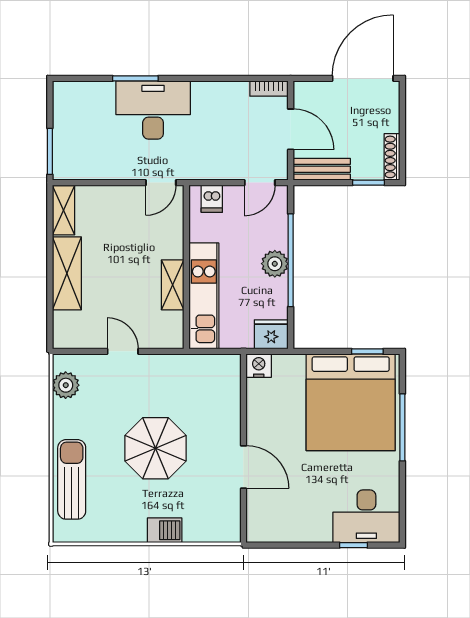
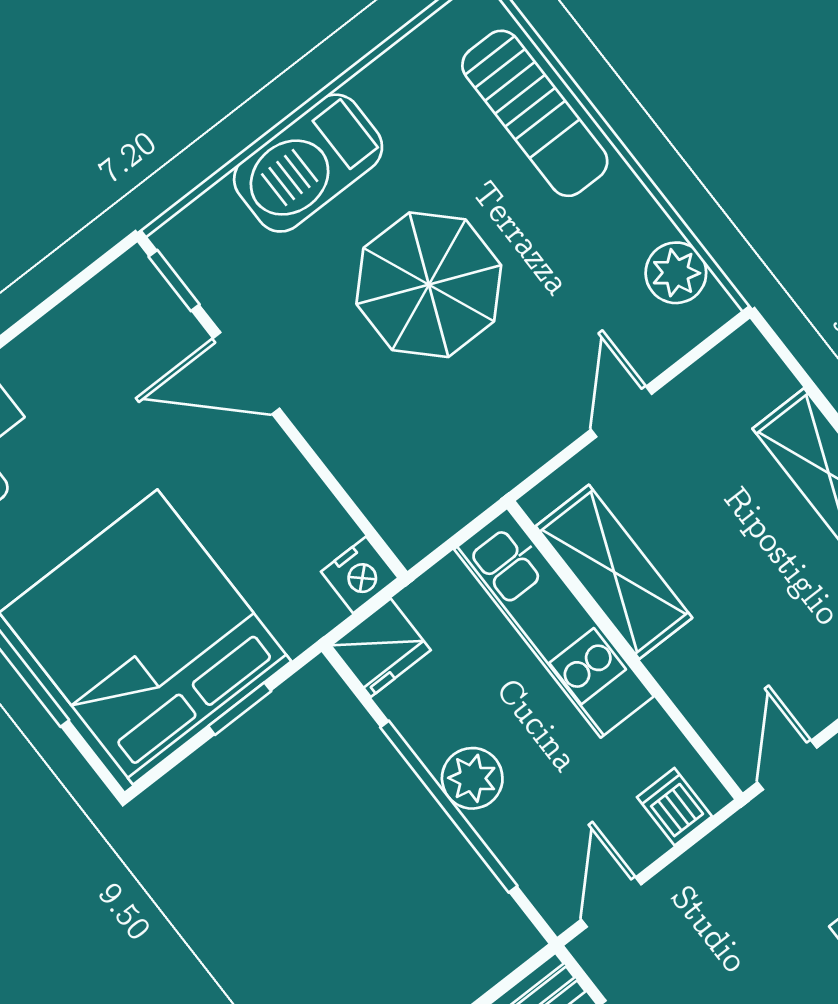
shelving: (173, 285) -> (614, 572), width x1.50, depth x1.33
door: (123, 351) -> (621, 412), swing flipped
window: (367, 351) -> (240, 709), moved
window: (243, 519) -> (174, 281), added
barbecue: (165, 530) -> (308, 163), width x1.88, depth x1.53

